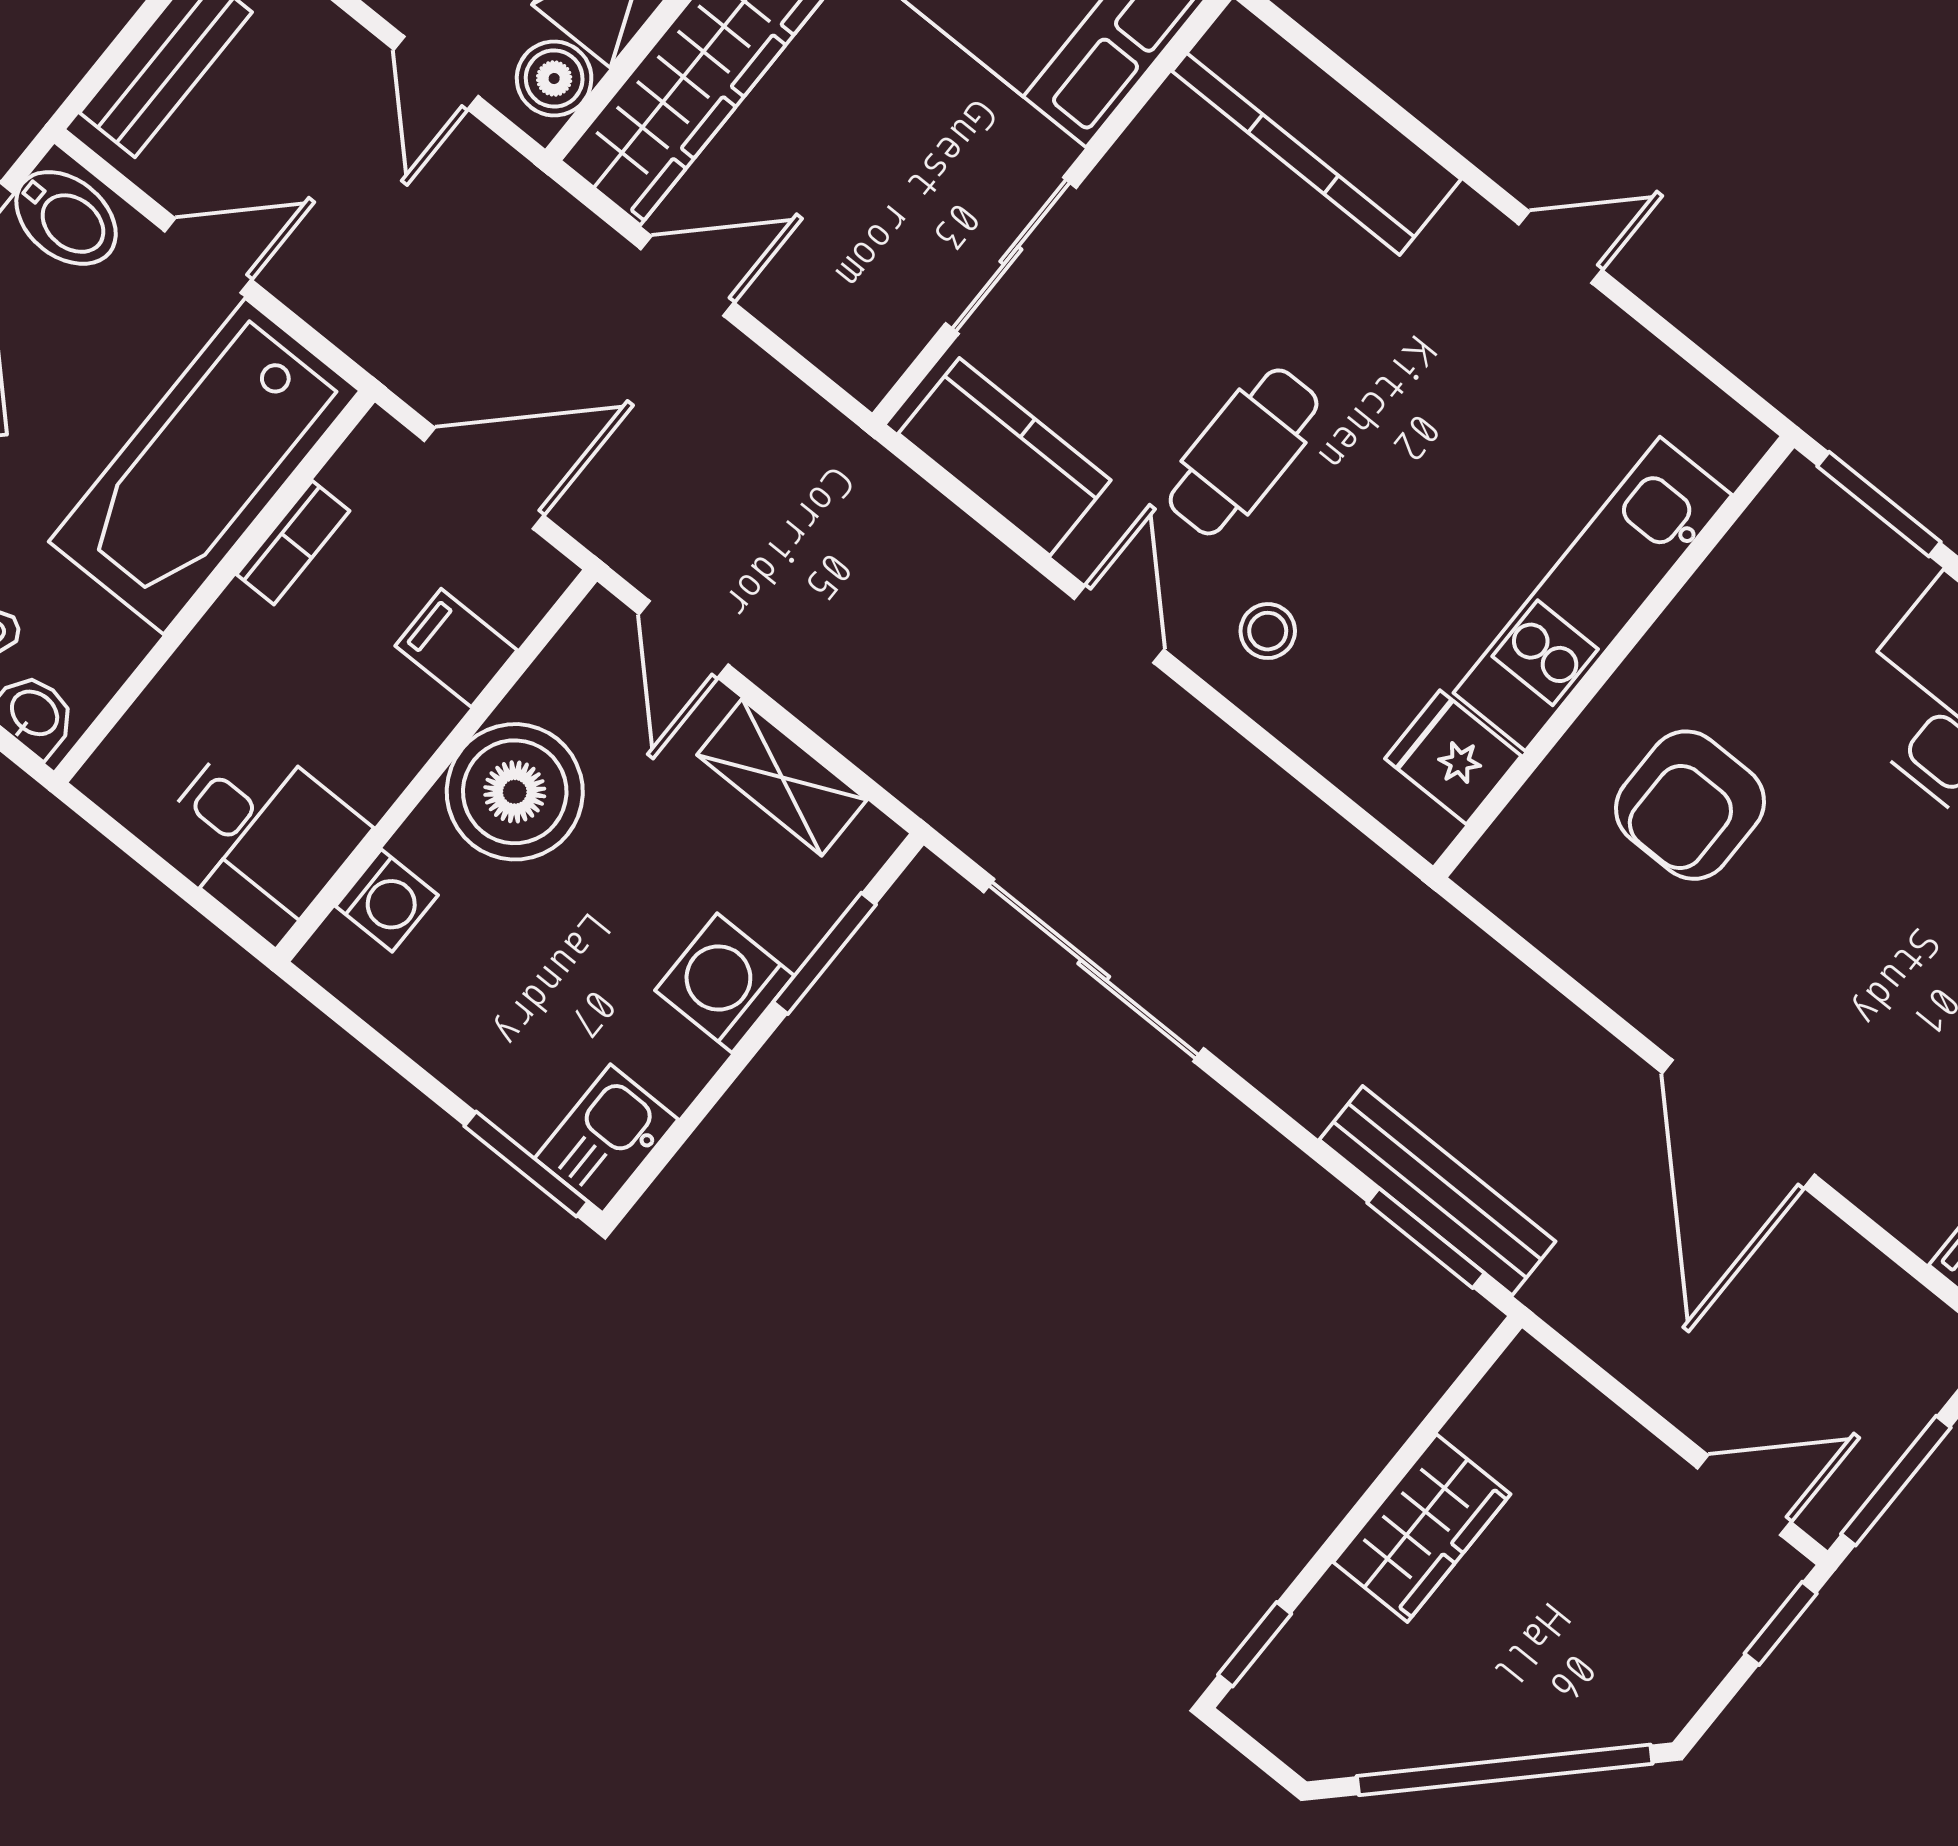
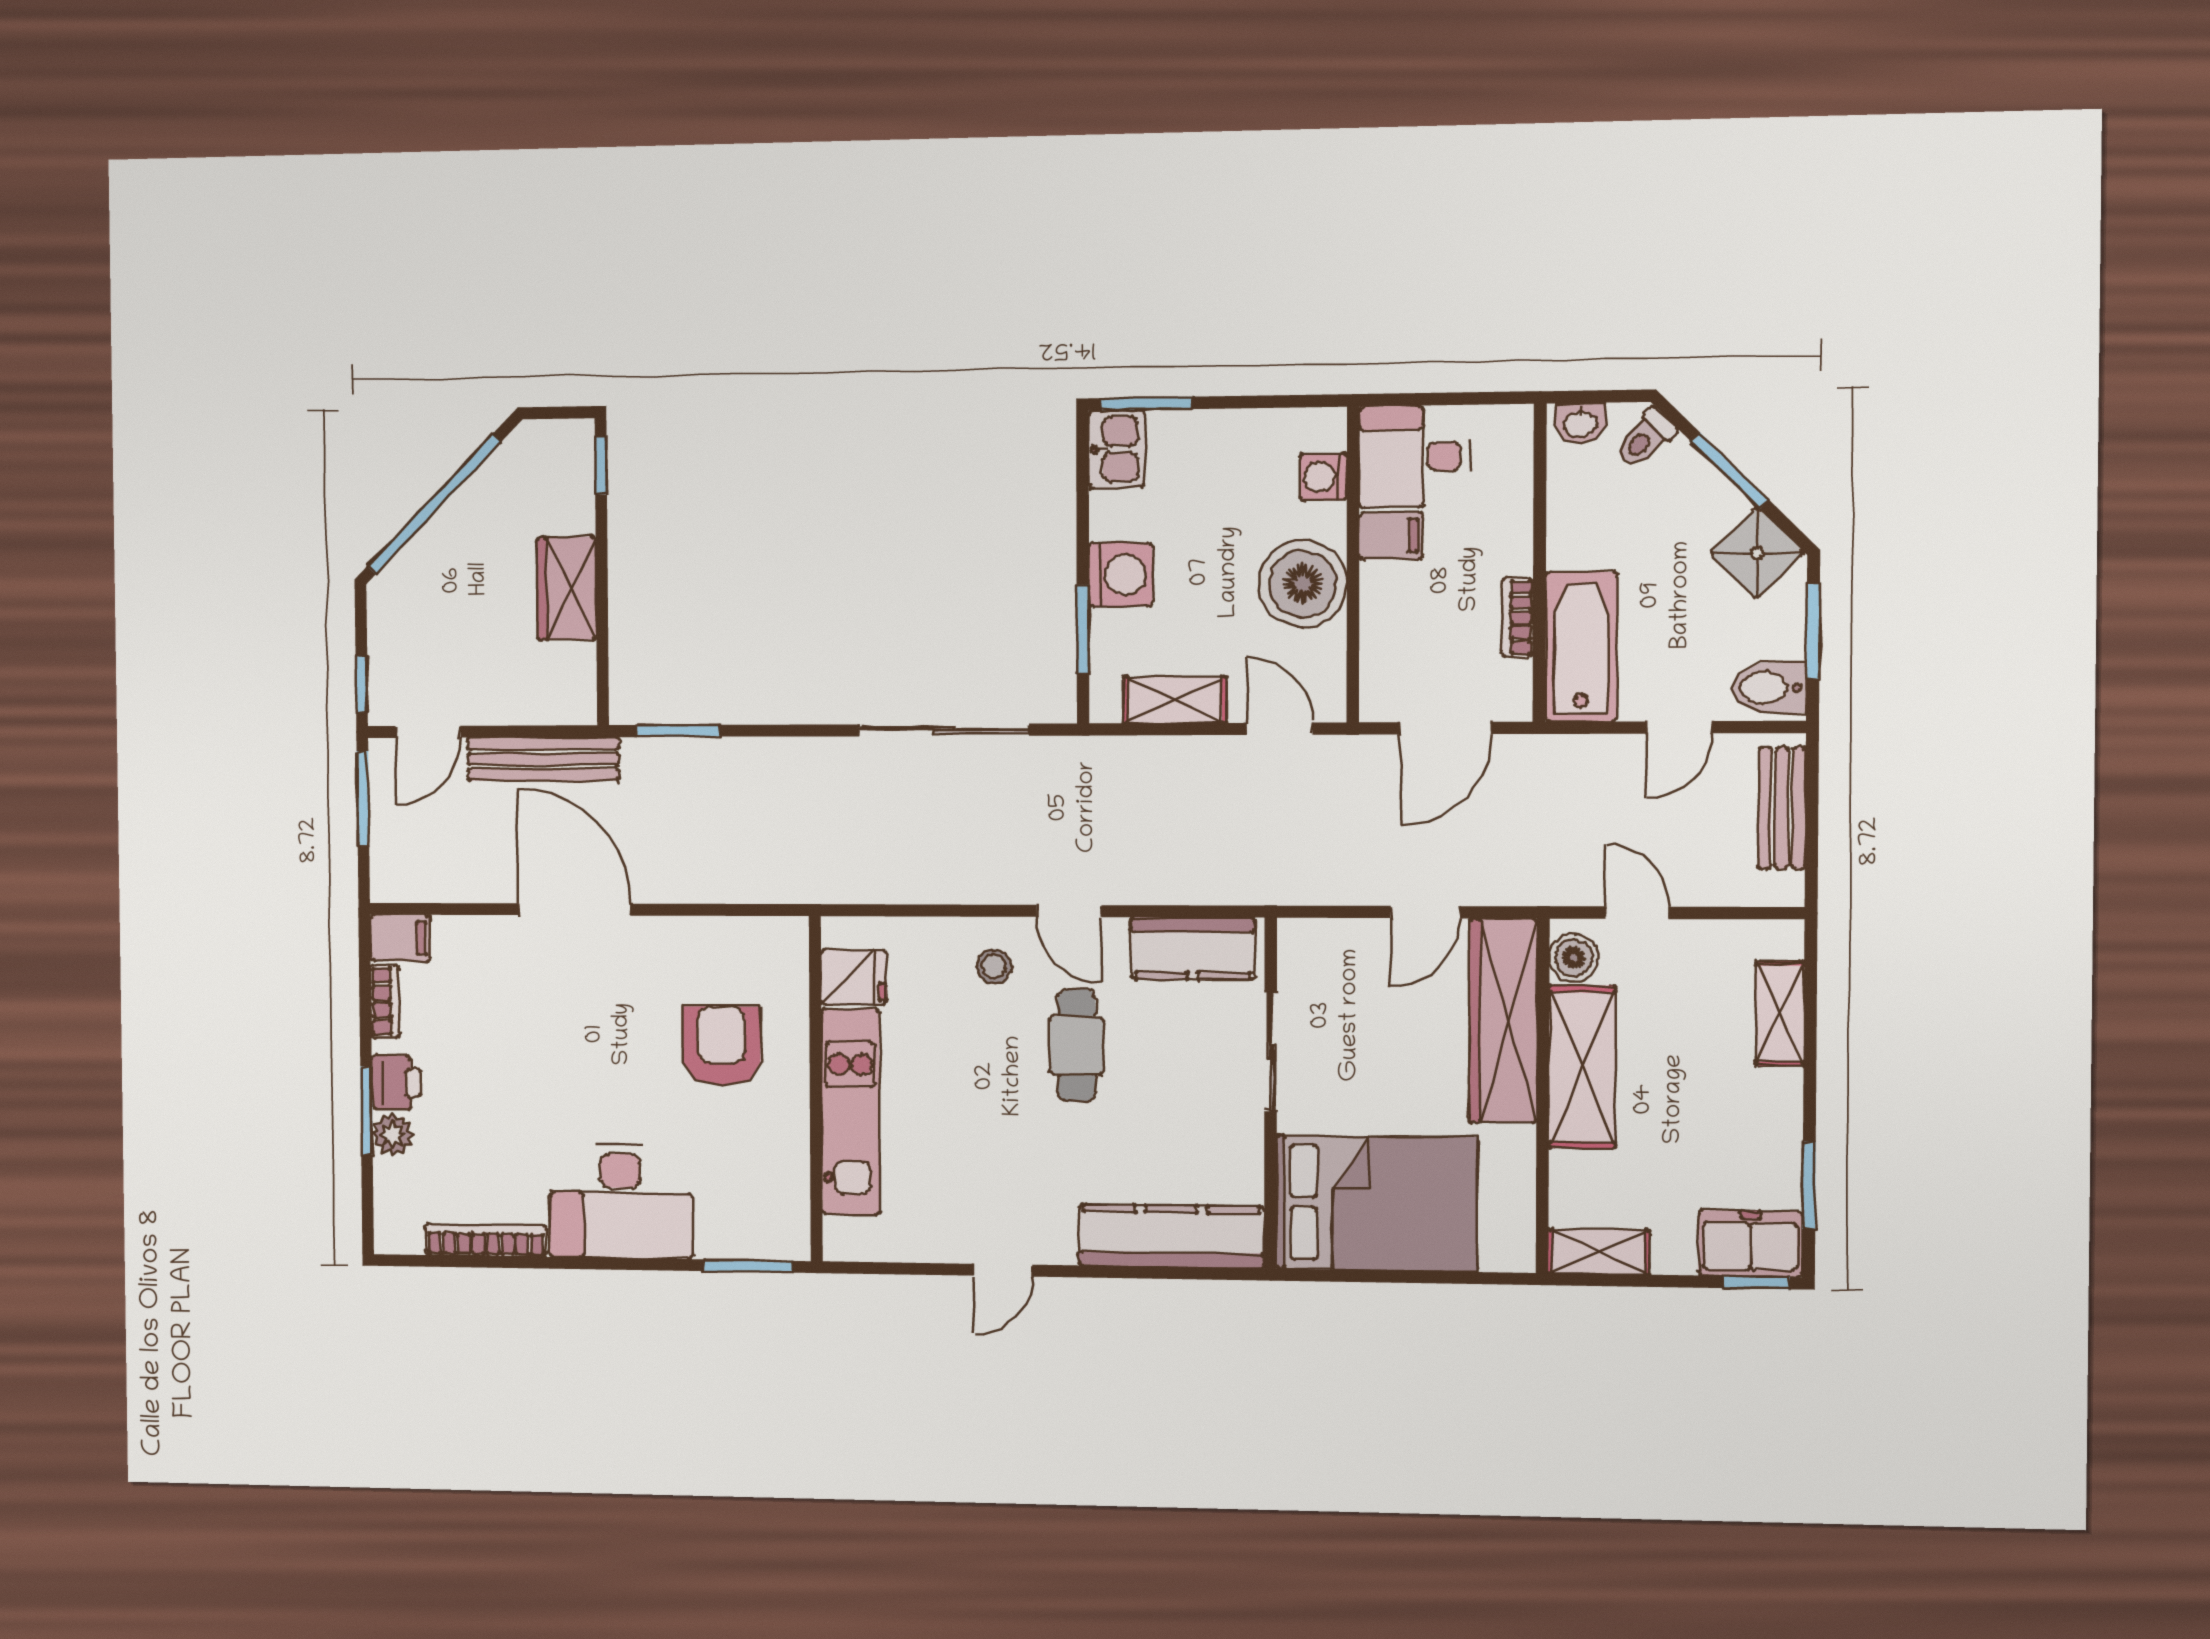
bathtub: (204, 466) -> (1581, 647), width x0.73, depth x0.73
filing cabinet: (456, 648) -> (1391, 536), moved
bench: (1437, 1191) -> (543, 759), moved

